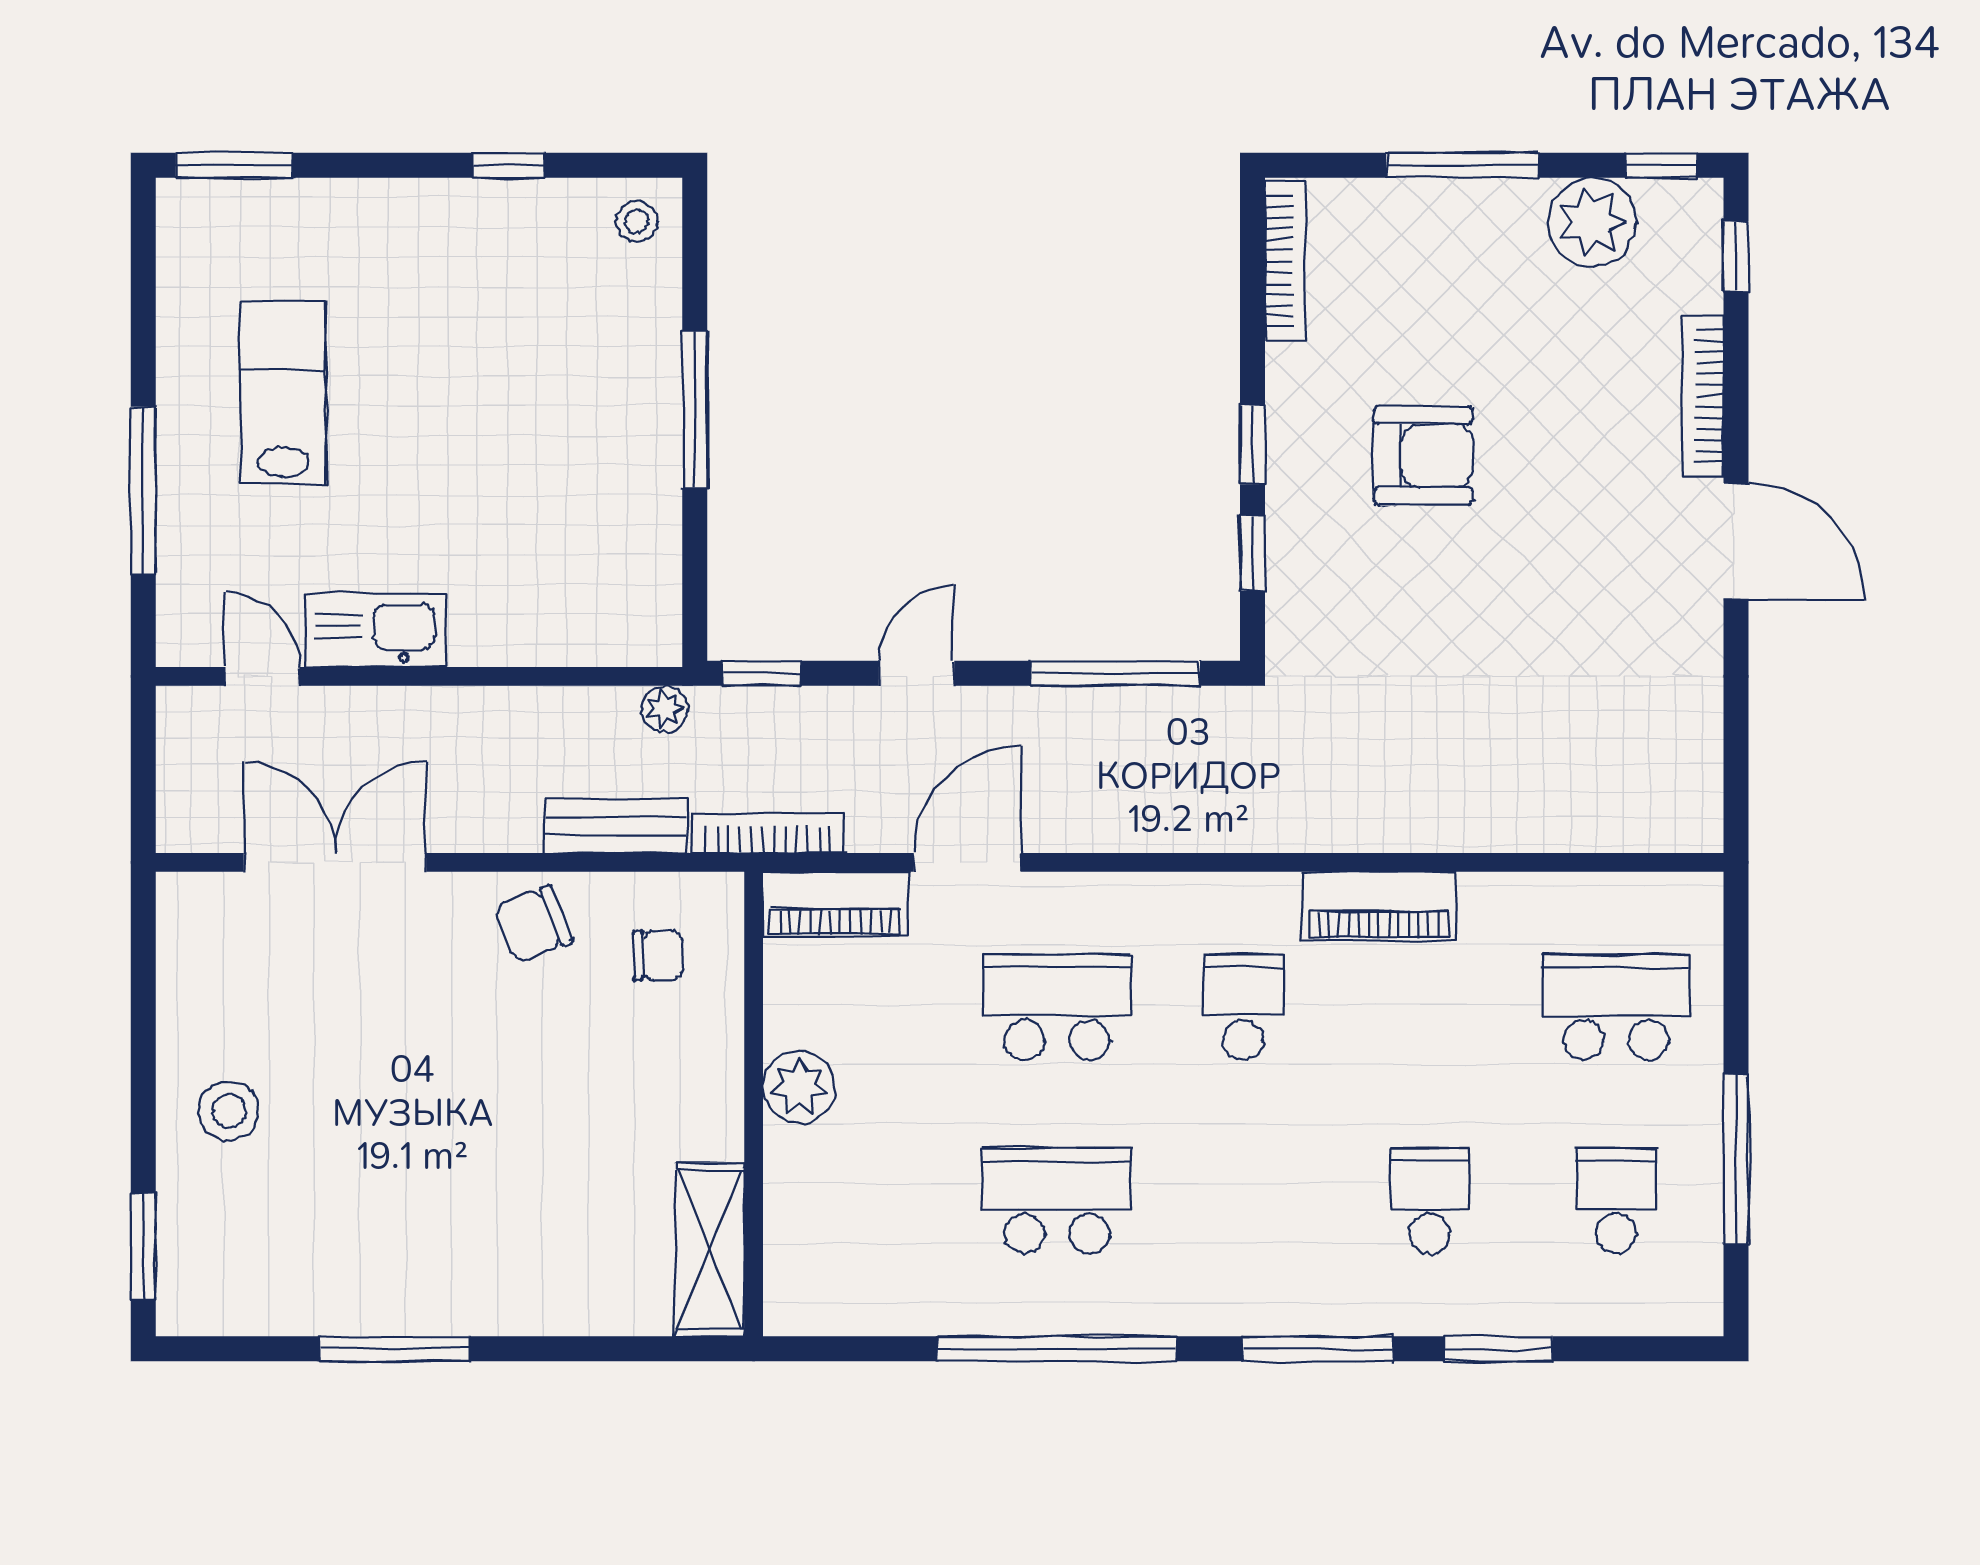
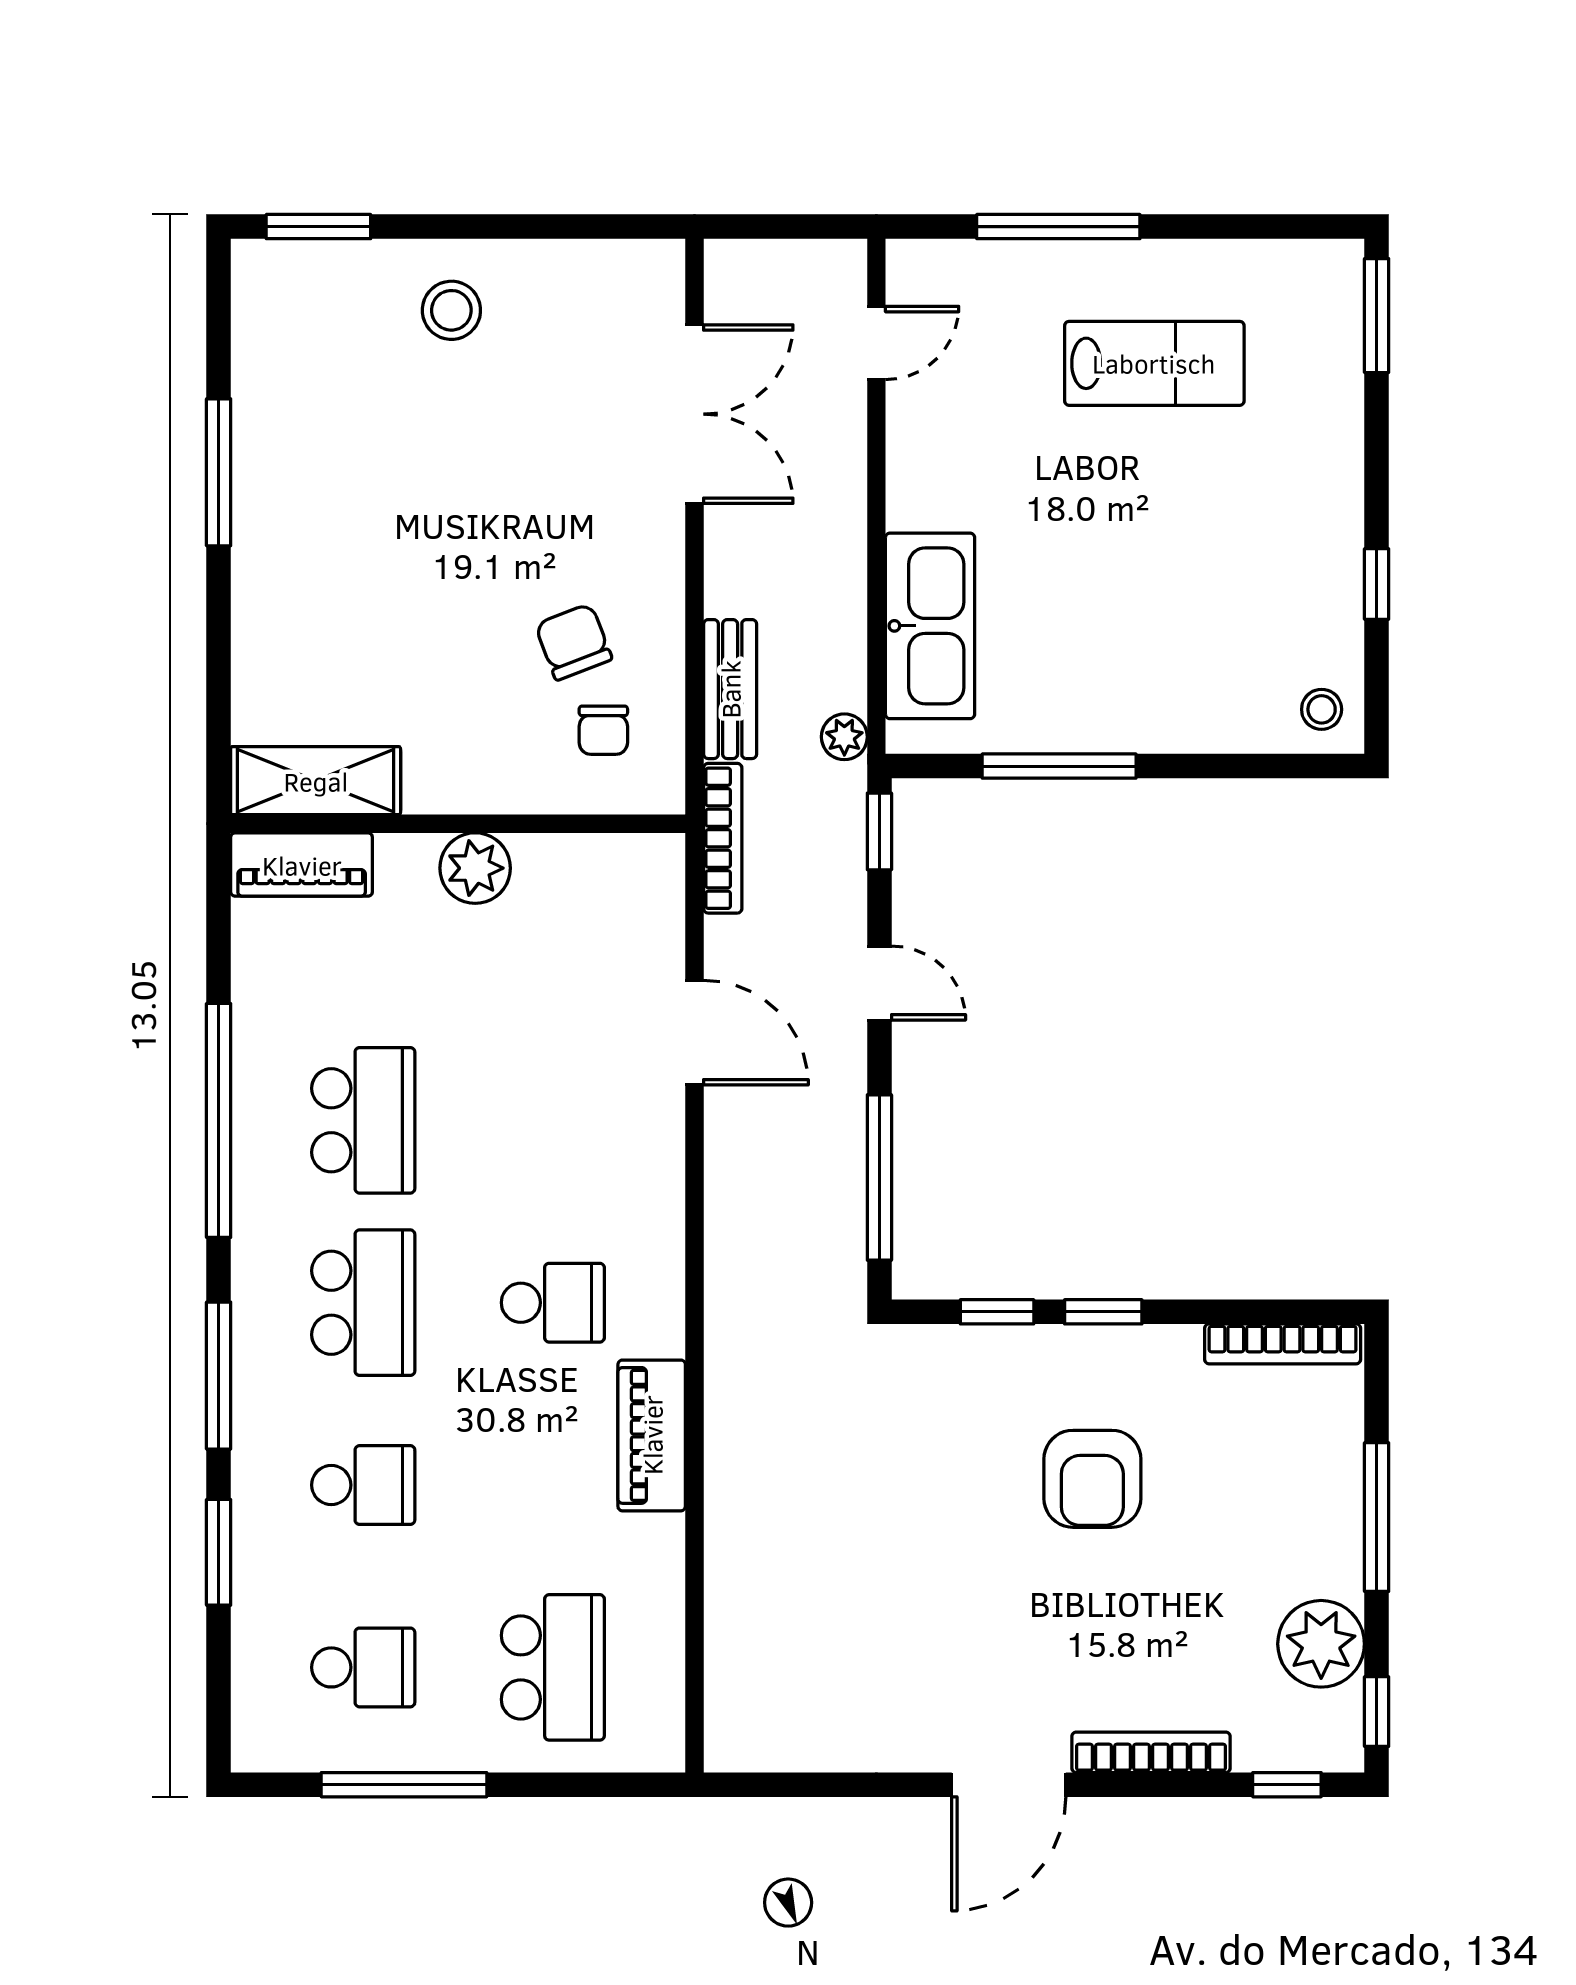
window: (695, 409) -> (1059, 766), moved
kitchen sink: (376, 630) -> (930, 626), moved, width x1.36, depth x1.24
piano: (835, 904) -> (302, 865), moved, turned -90
chair: (533, 924) -> (574, 642), moved
school desk: (1057, 1007) -> (363, 1303), moved

